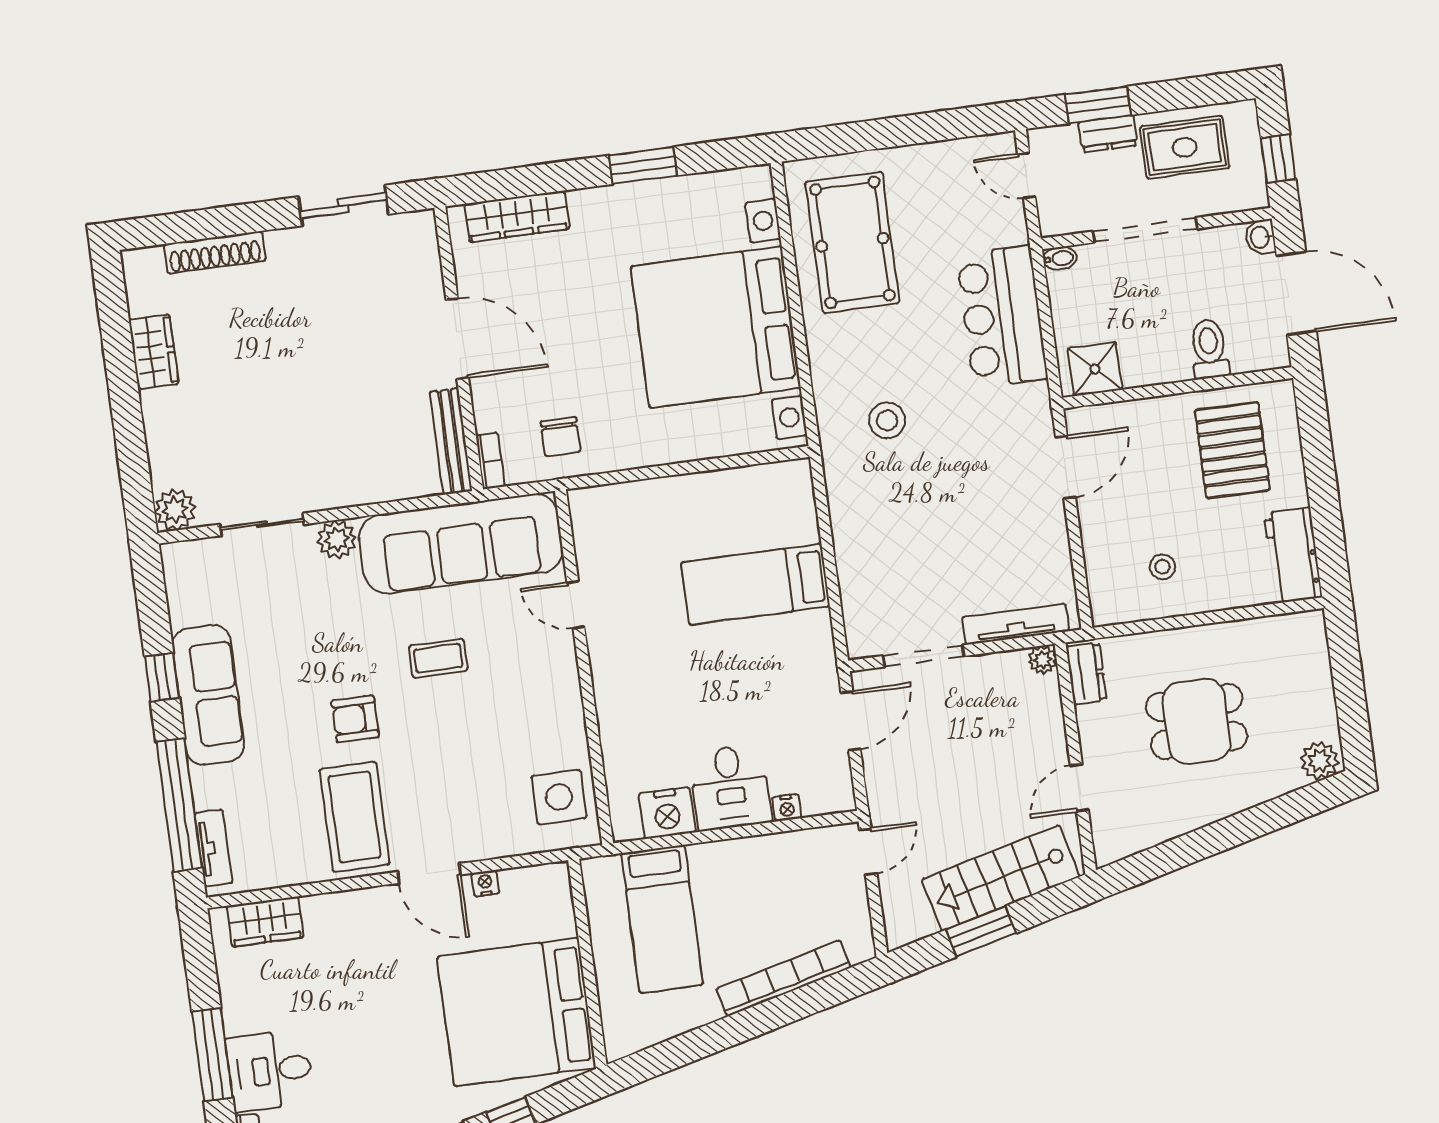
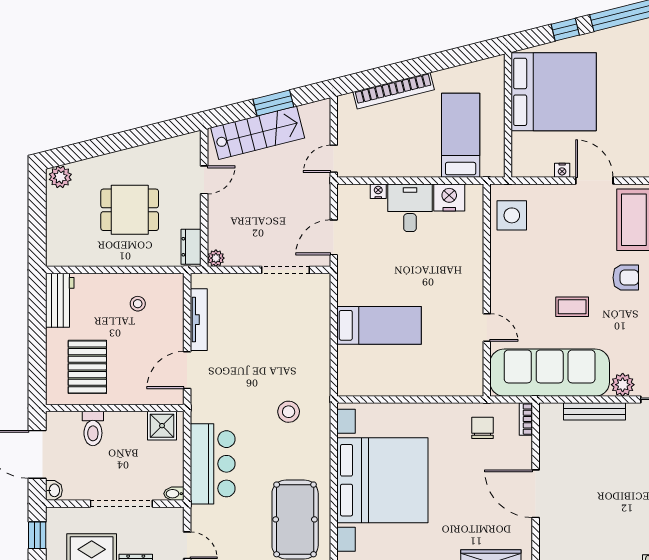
bench: (451, 441) -> (595, 411), moved, turned 90
tv unit: (1016, 624) -> (199, 320), moved, turned -90

